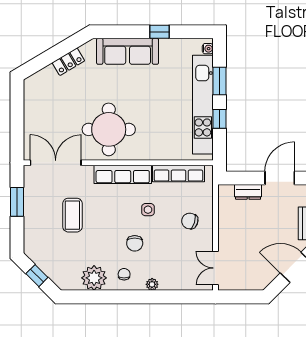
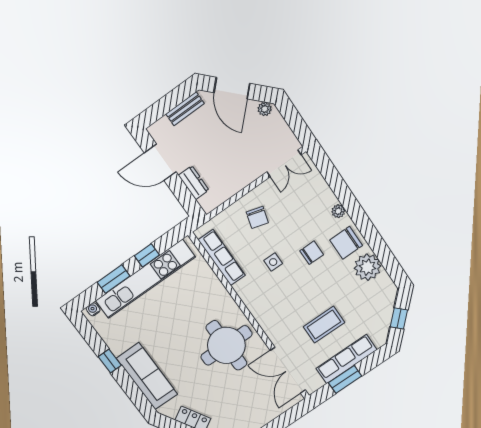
row of seats: (123, 174) -> (346, 359), moved, turned -90
chair: (124, 274) -> (346, 243), width x1.87, depth x1.87
plant: (264, 281) -> (265, 109), added

